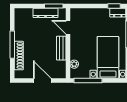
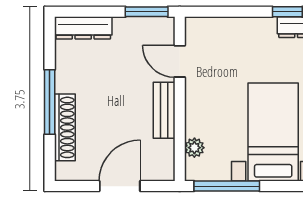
dresser: (46, 13) -> (83, 28), moved
door: (42, 81) -> (120, 186), hinge flipped

